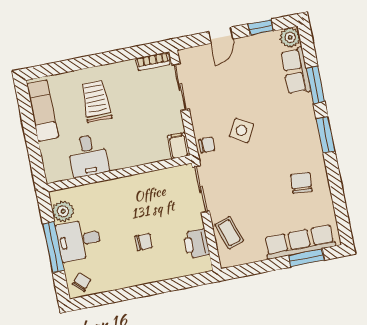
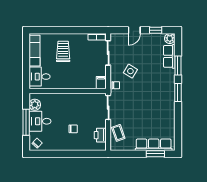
side table: (242, 130) -> (130, 71), moved
desk: (88, 156) -> (40, 77), moved, turned 90
chair: (301, 183) -> (161, 115), removed

